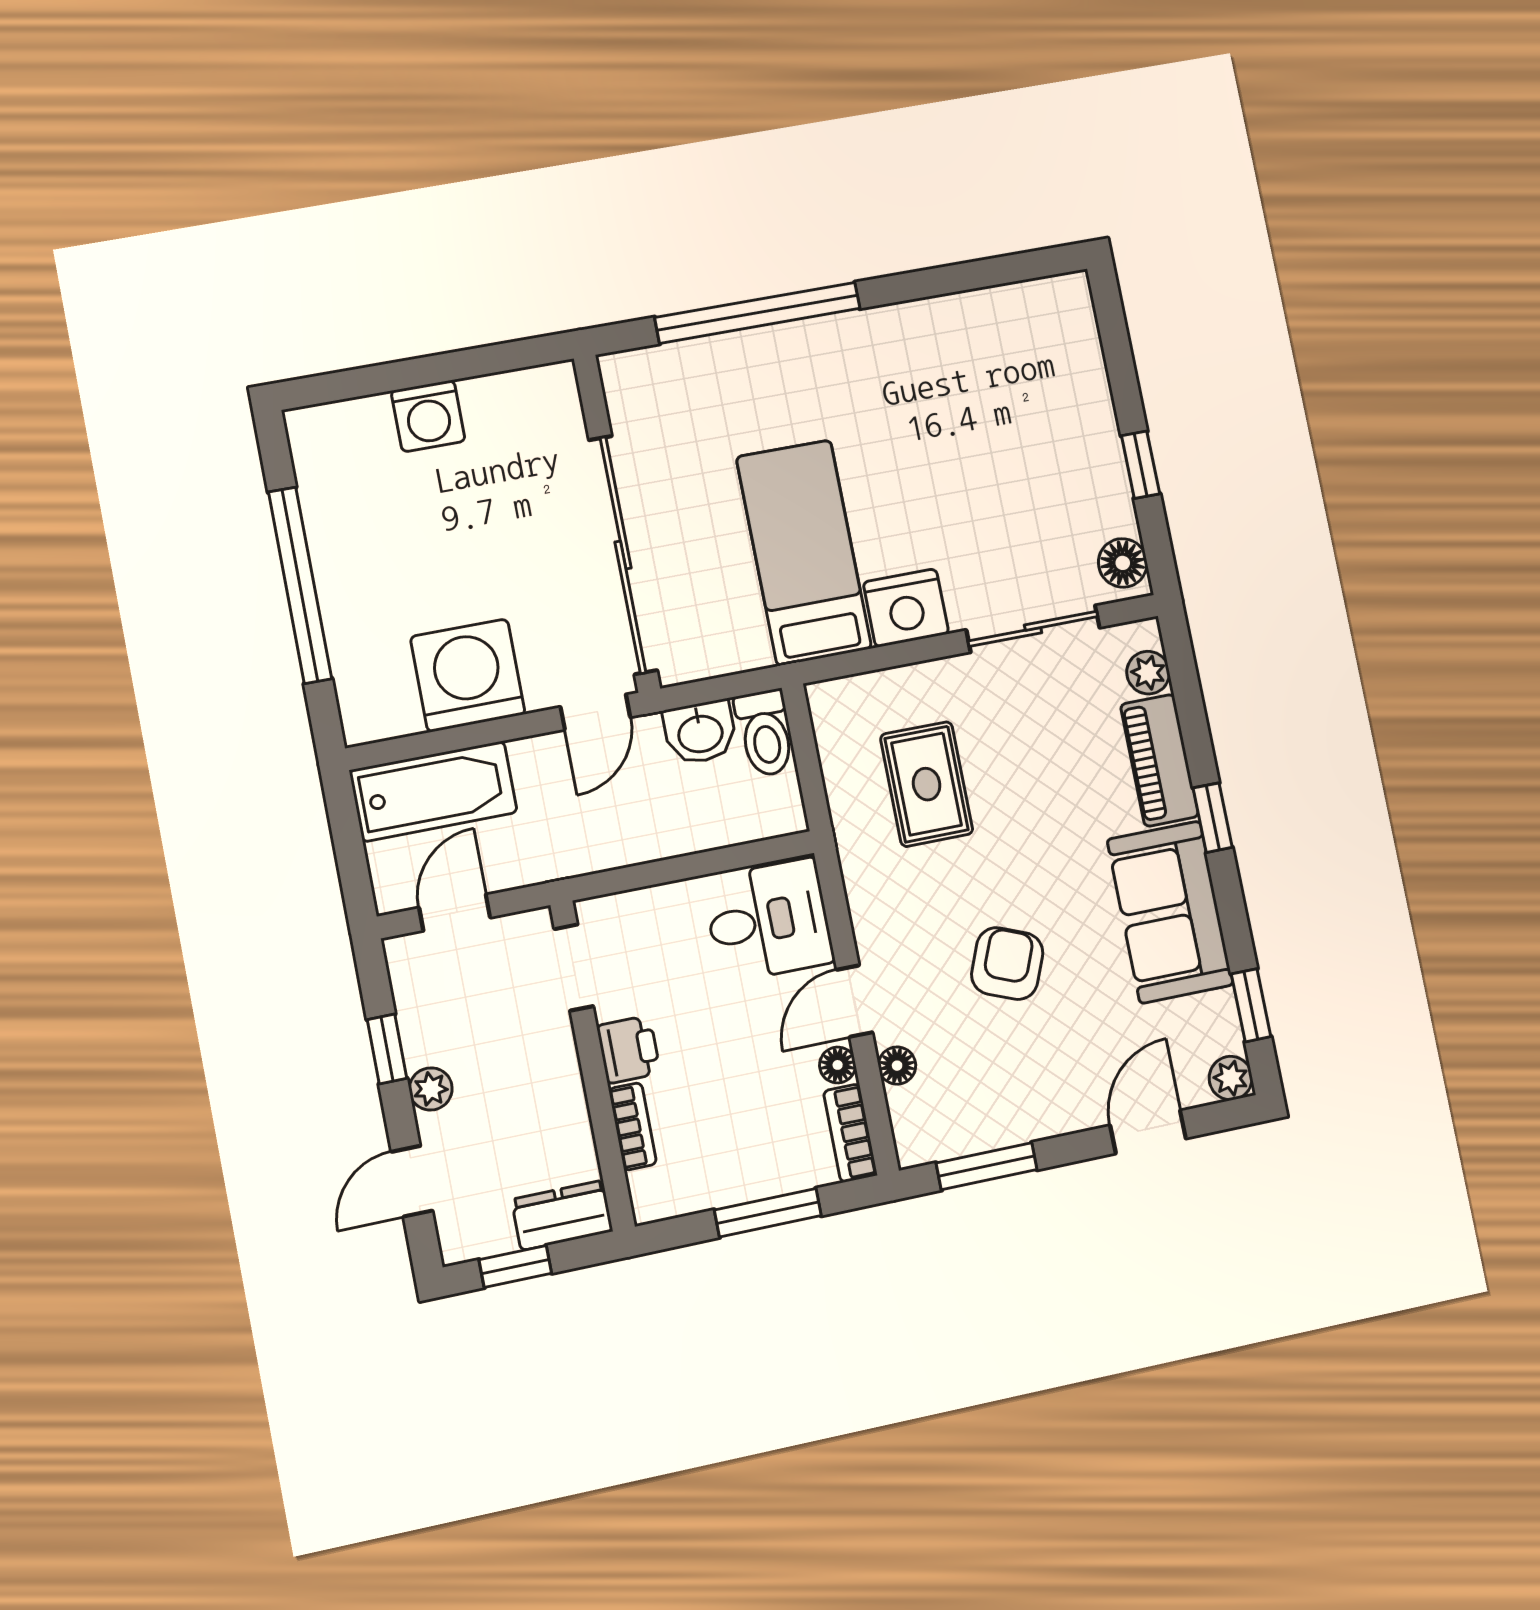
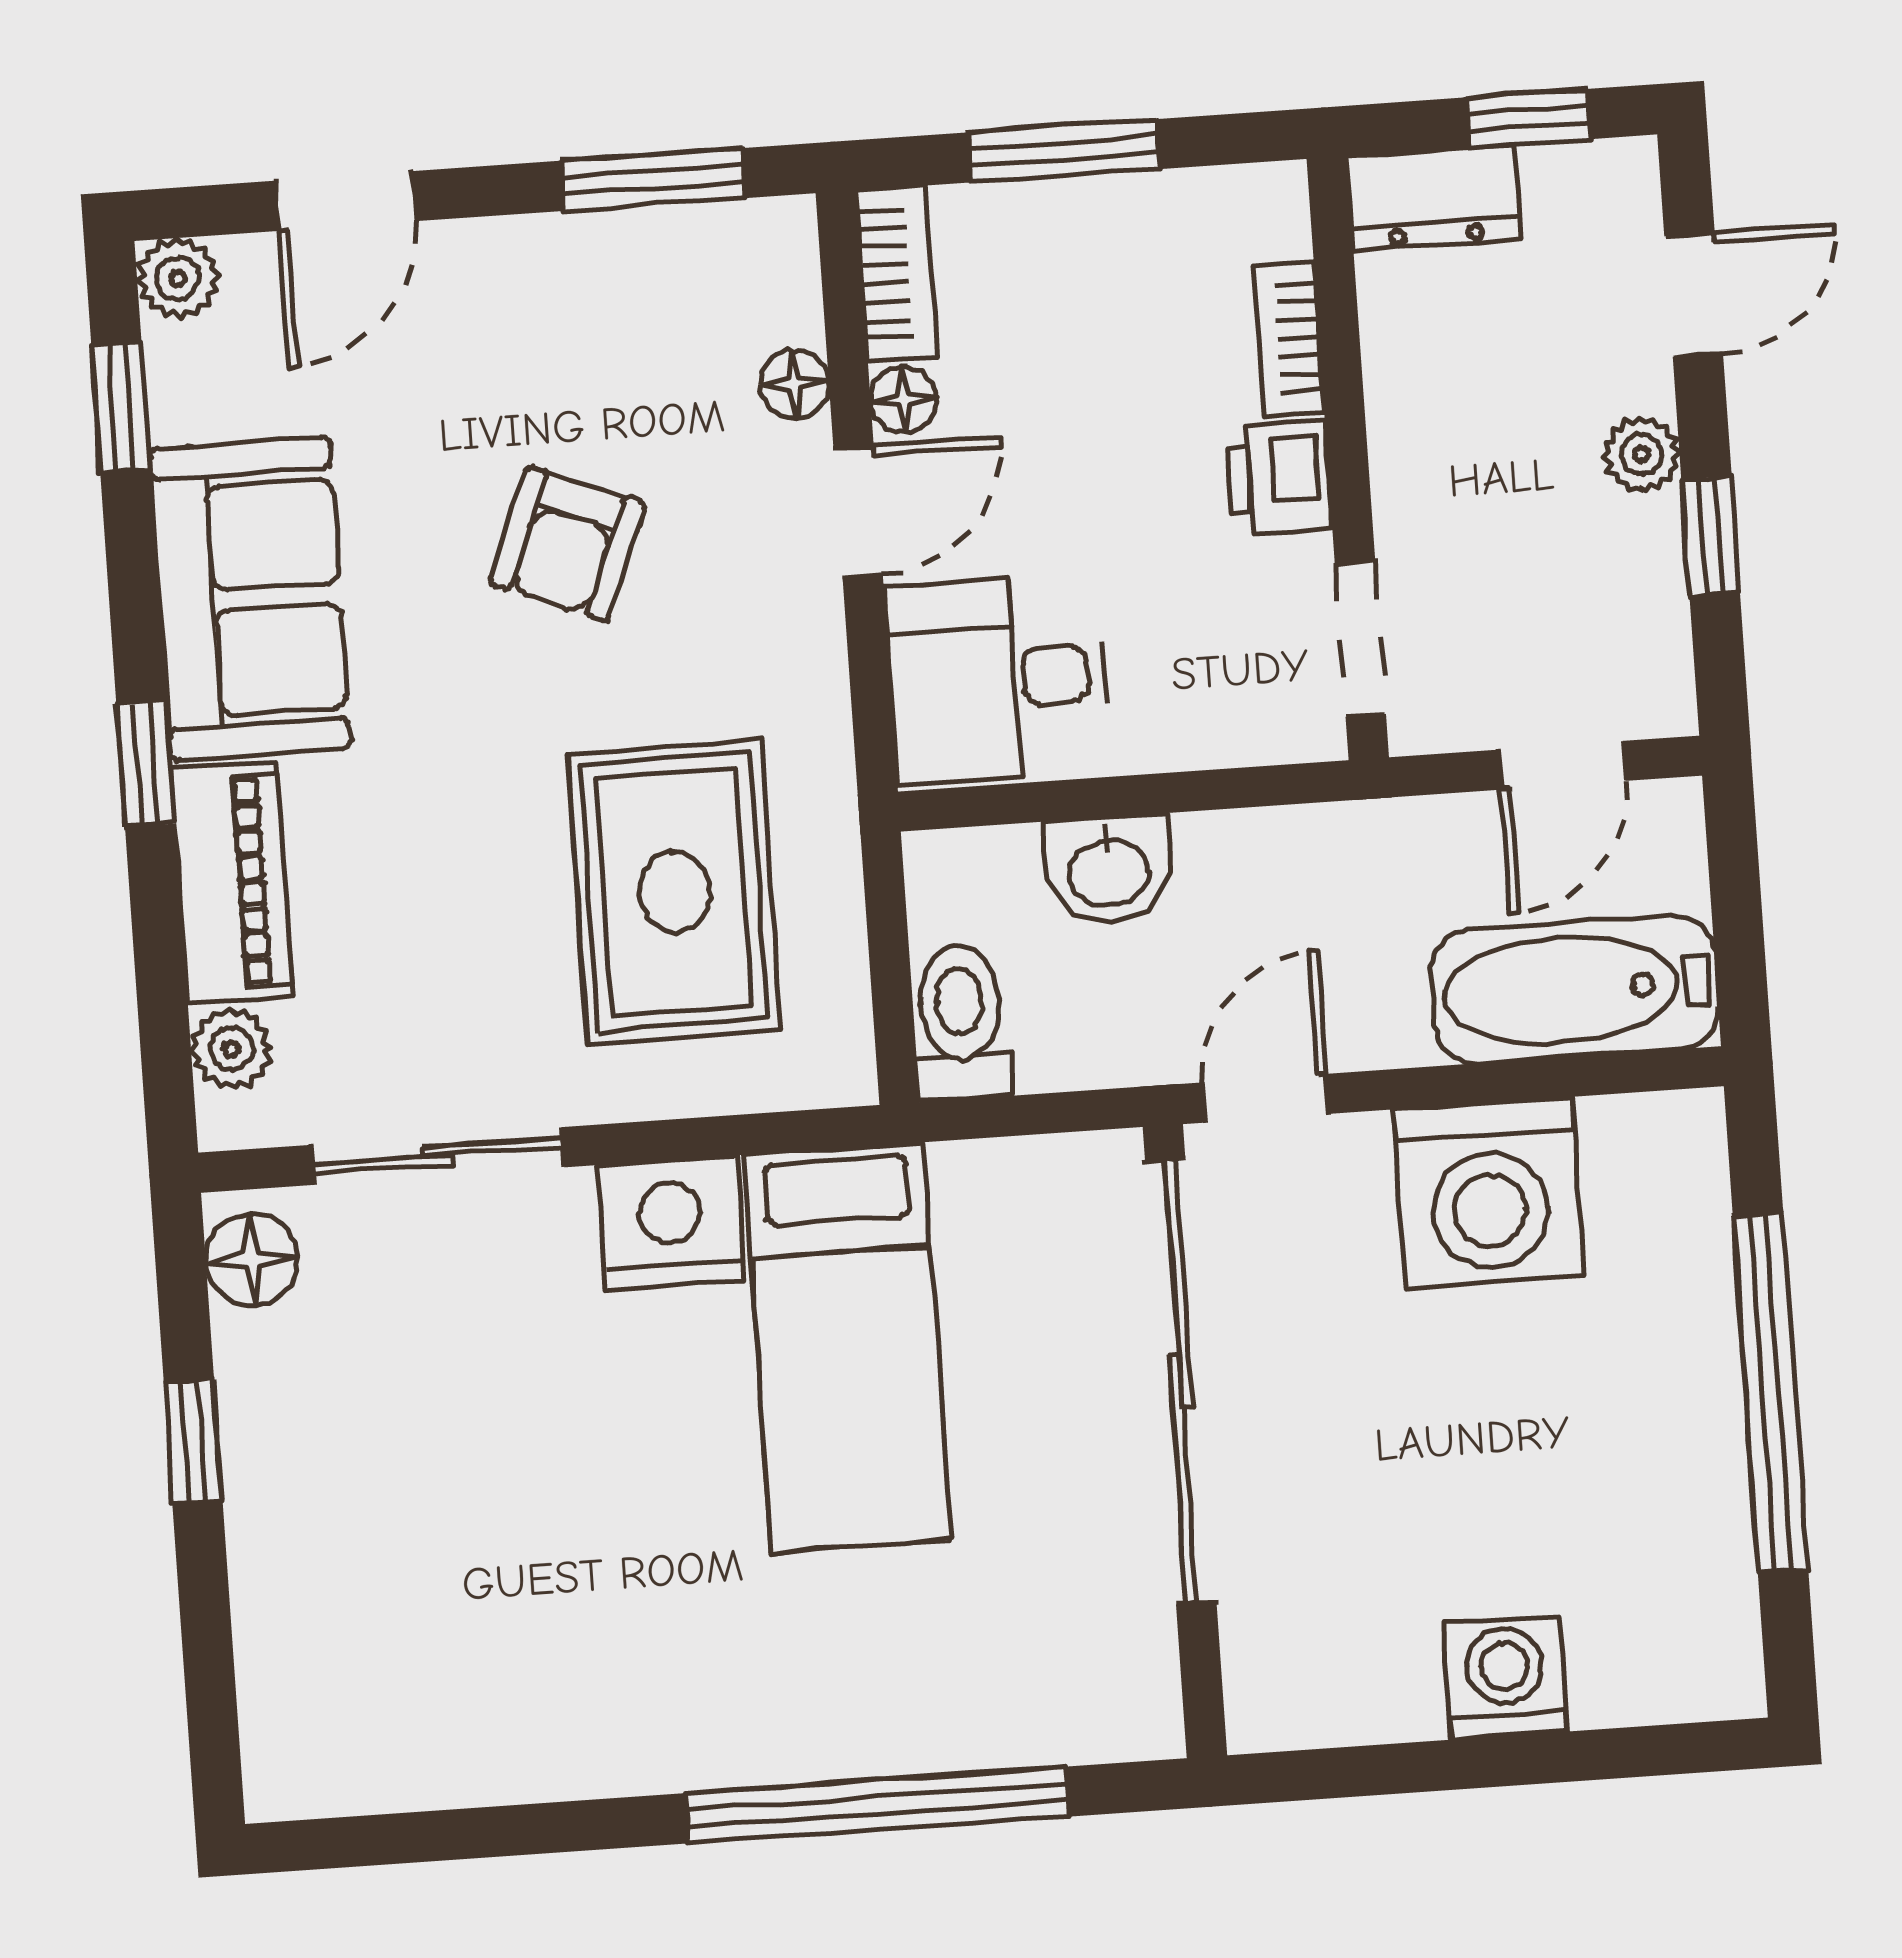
washbasin: (700, 732) -> (1108, 870), moved, turned 180
rug: (927, 784) -> (674, 892), width x1.36, depth x1.43

